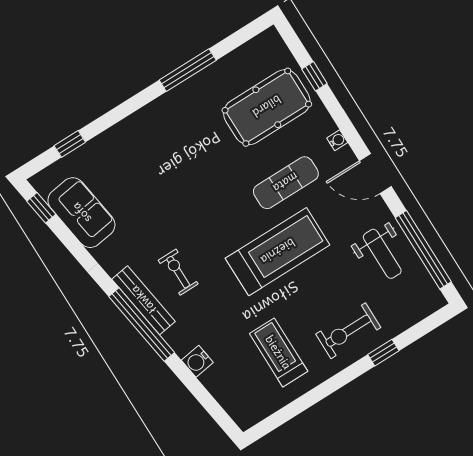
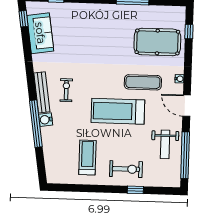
window: (314, 76) -> (189, 32), moved
treadmill: (278, 252) -> (118, 111), turned 180
window: (142, 324) -> (36, 124), moved
exercise bike: (348, 331) -> (126, 169), turned 180
water cooler: (197, 361) -> (46, 120), moved

